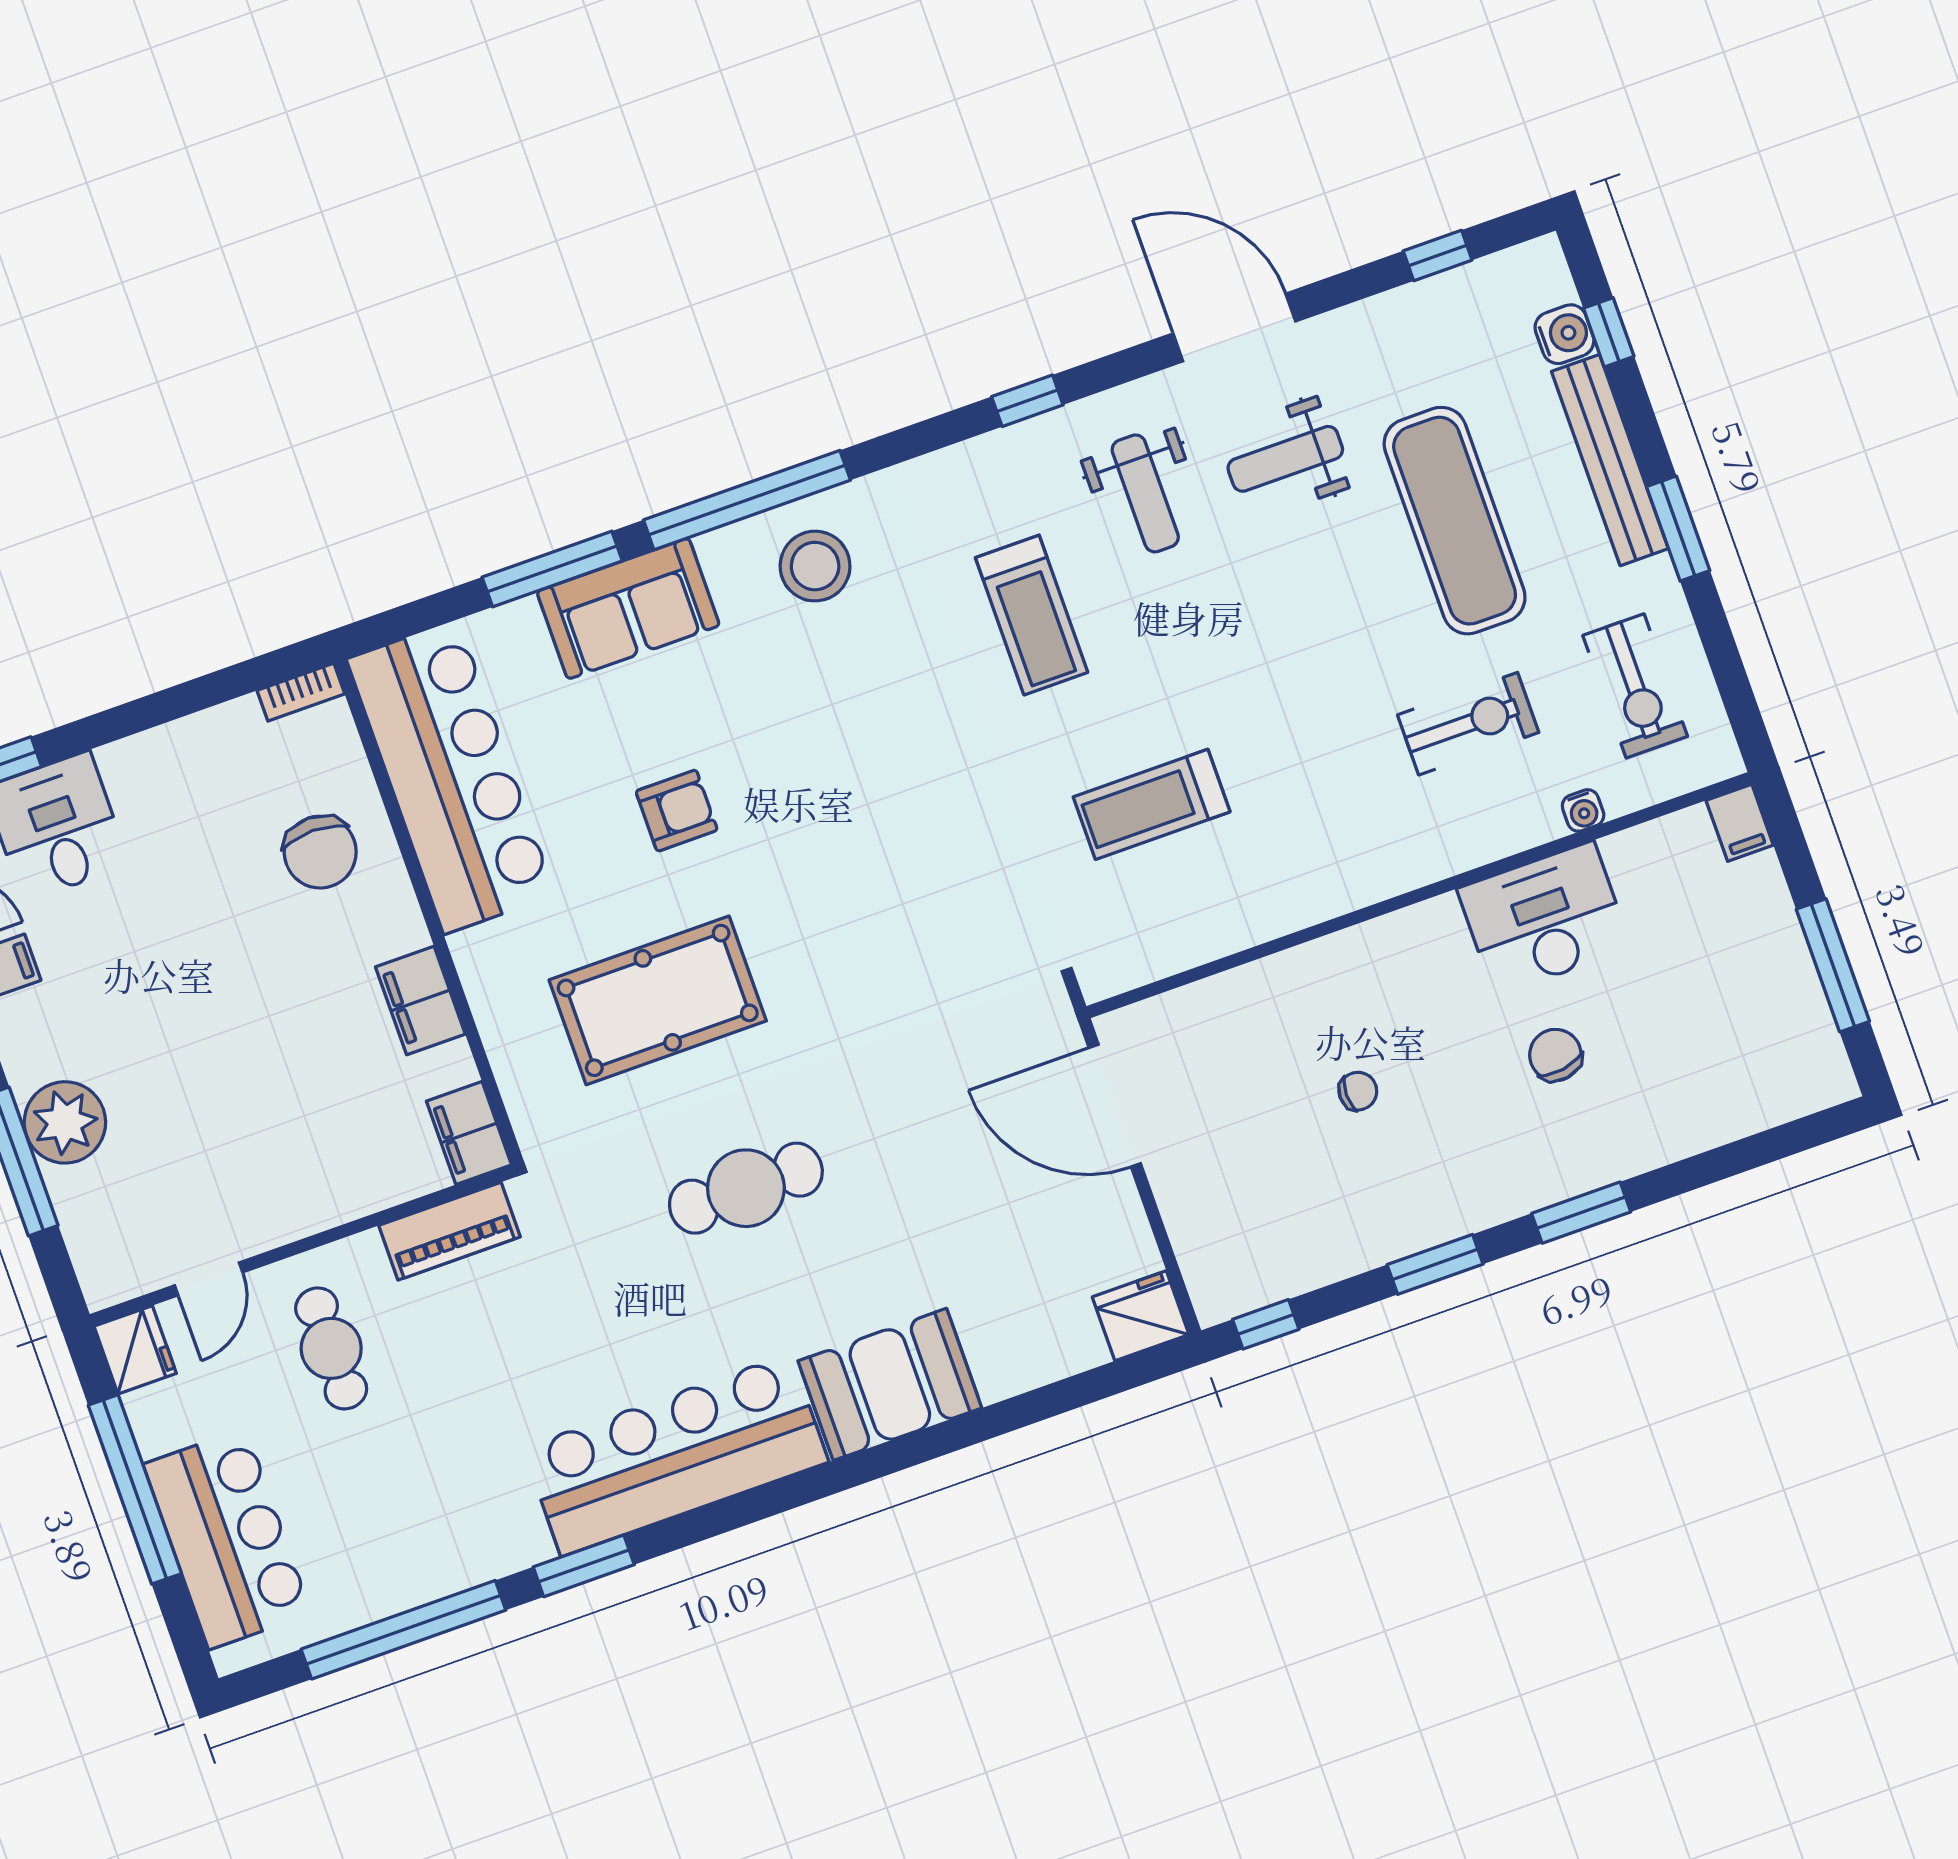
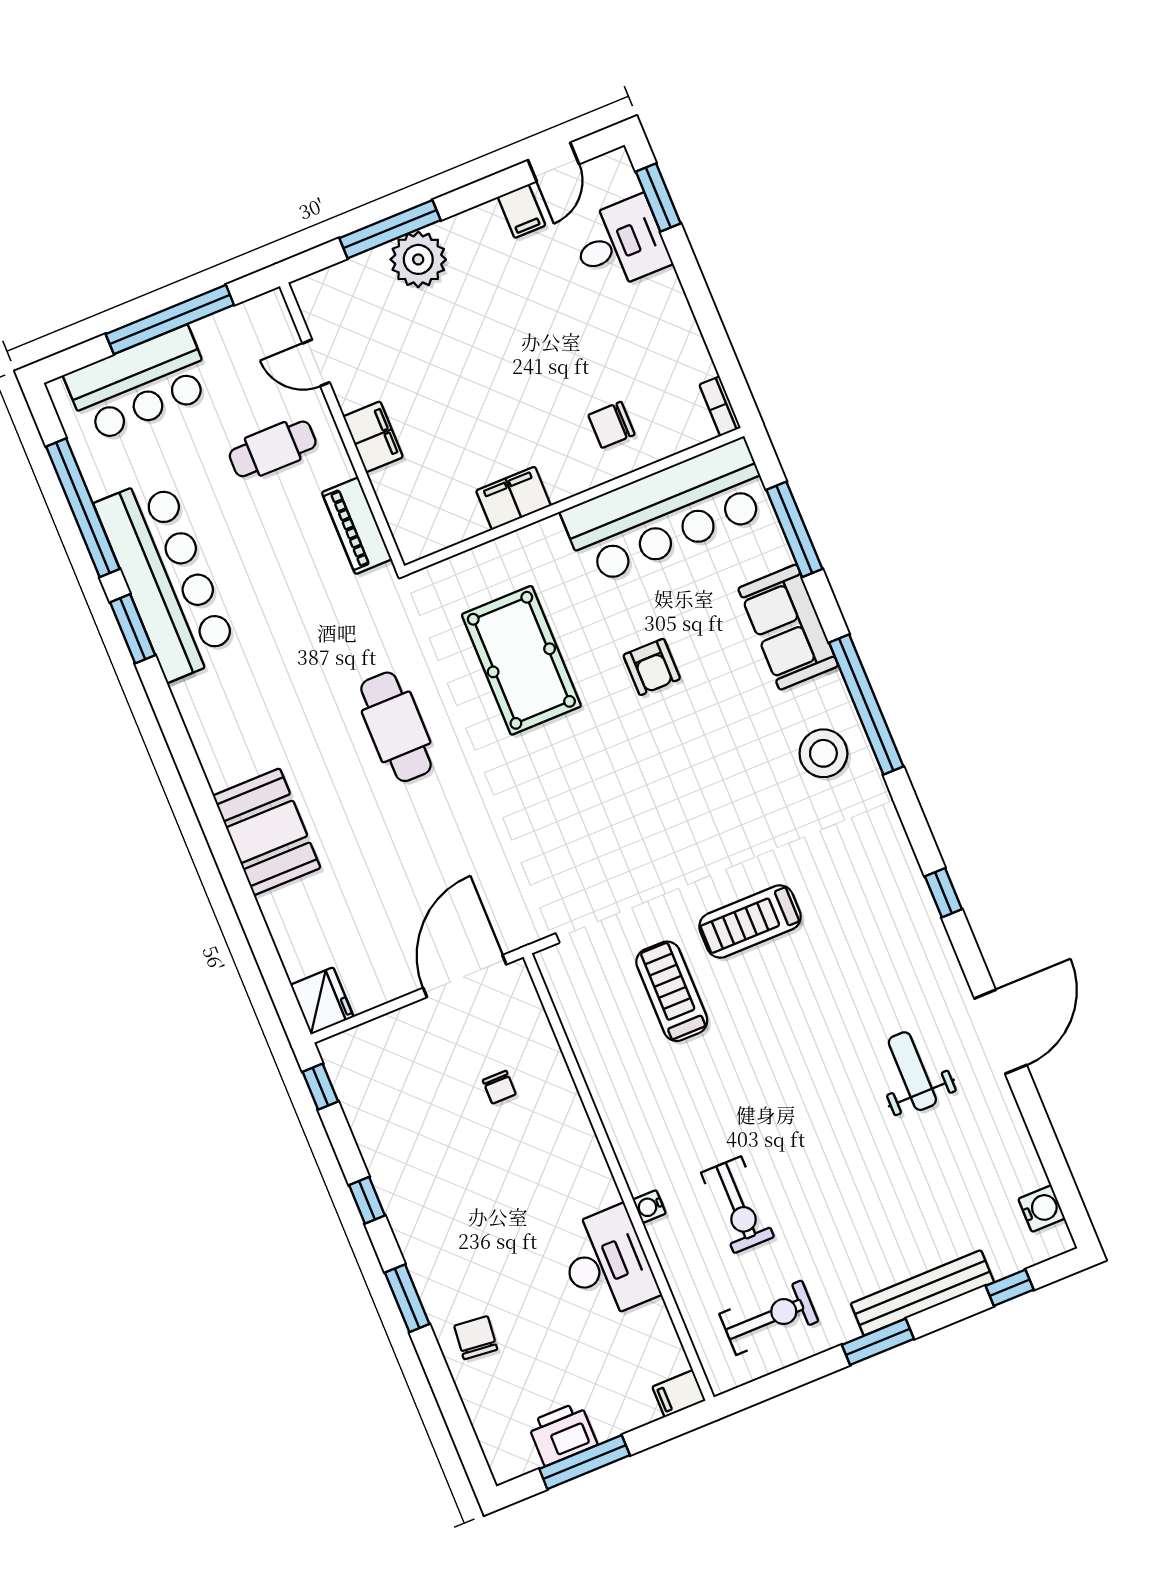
window: (1438, 255) -> (1056, 1168), removed
water cooler: (1564, 334) -> (1042, 1209), moved, turned -90
weight bench: (1145, 493) -> (884, 976), removed
exercise mat: (1455, 521) -> (876, 1189), removed
window: (552, 569) -> (794, 529), moved
treadmill: (1032, 615) -> (750, 921), moved
exercise bike: (1635, 686) -> (769, 1318), turned 180
water cooler: (1583, 810) -> (649, 1207), moved
chair: (320, 852) -> (611, 425), width x0.73, depth x0.73
printer: (1790, 996) -> (562, 1434), added
chair: (1555, 1055) -> (476, 1338), moved, turned -75
chair: (1358, 1091) -> (499, 1087), moved
filing cabinet: (469, 1133) -> (373, 437), moved, turned 90
window: (1435, 1264) -> (367, 1200), width x0.67
fridge: (135, 1350) -> (265, 315), removed
bar counter: (676, 1455) -> (167, 578), moved

